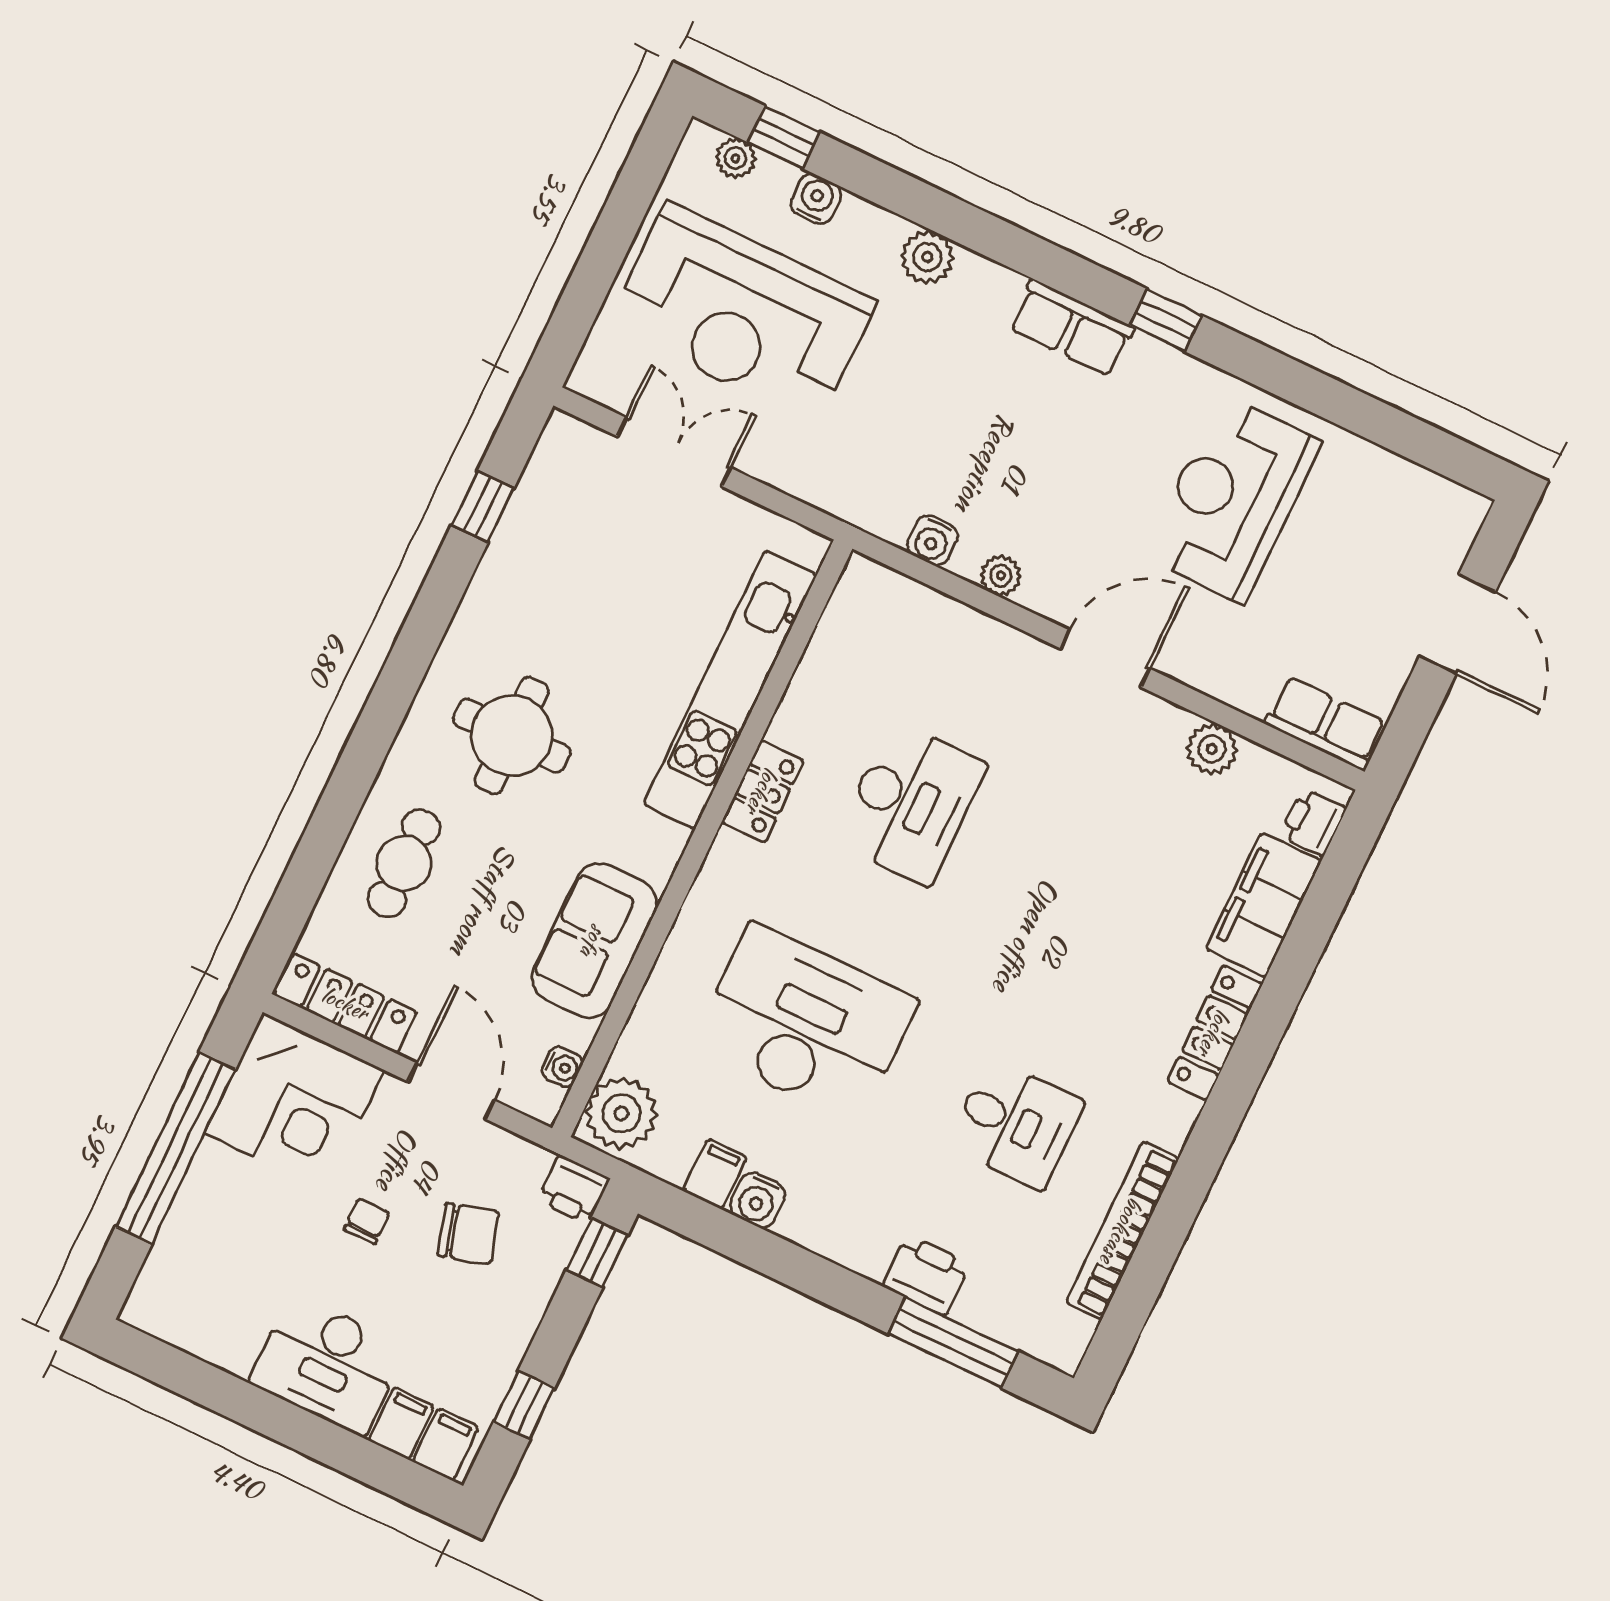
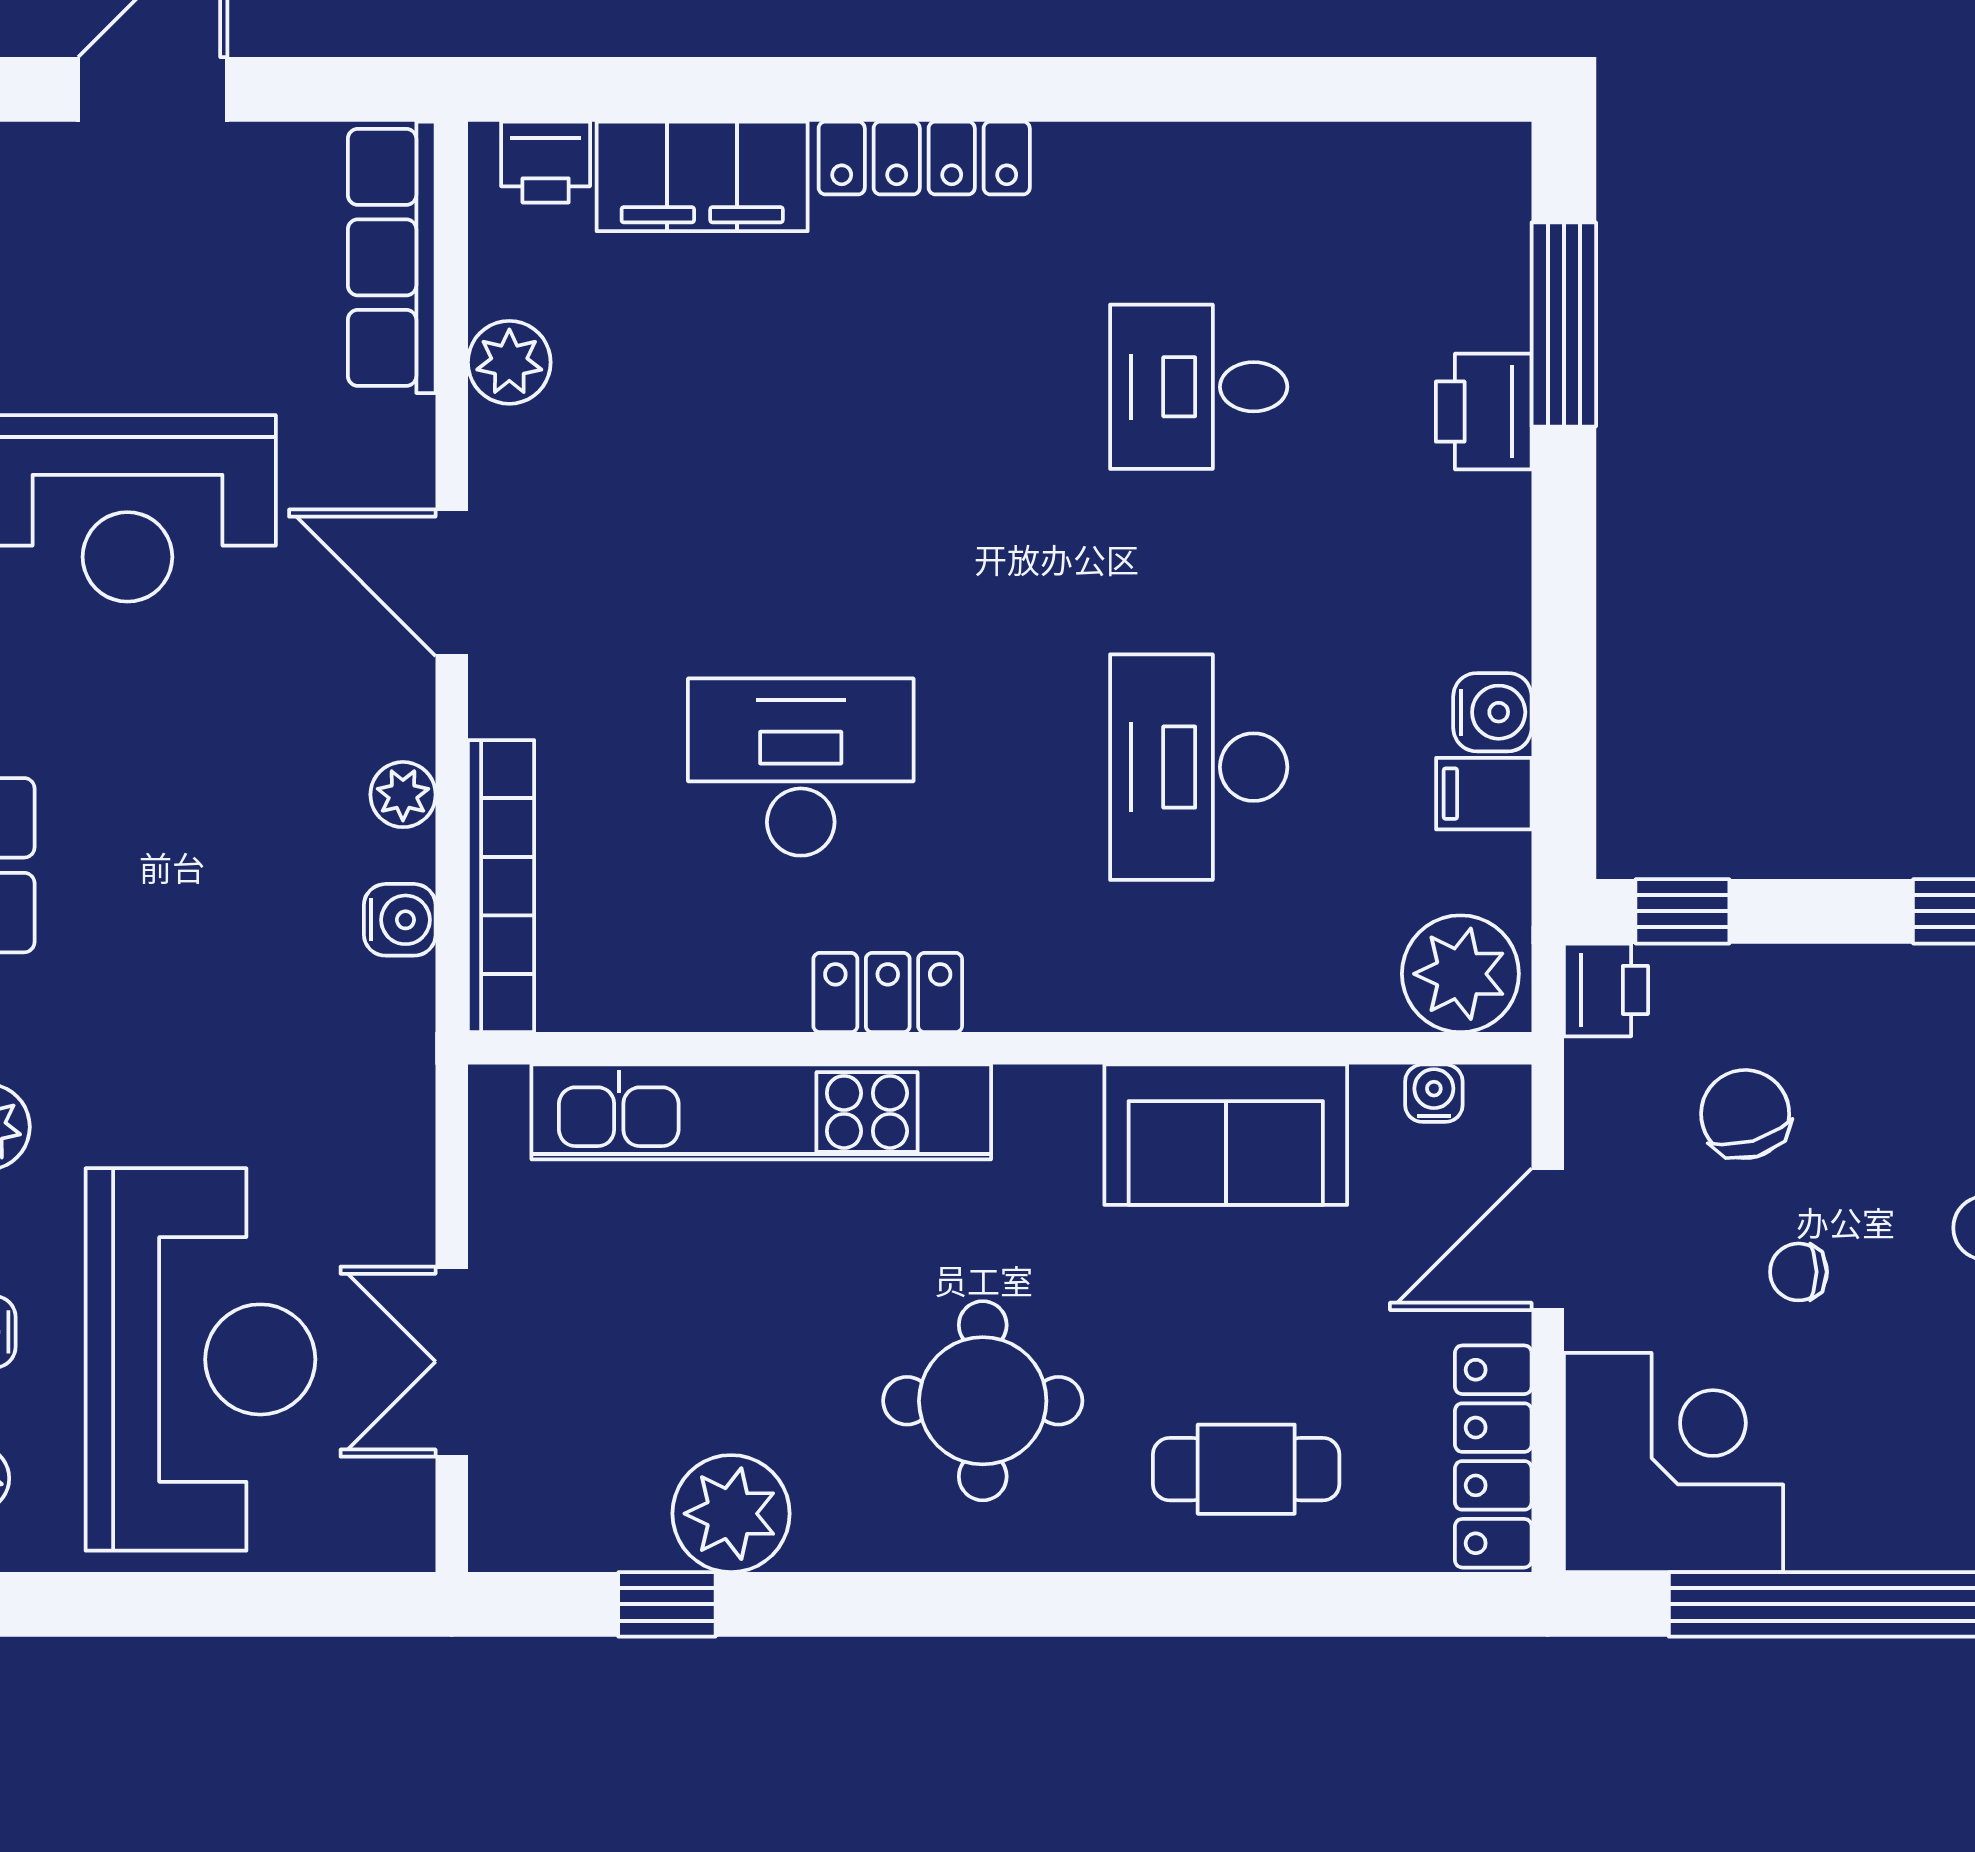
plant: (516, 566) -> (731, 1514), added
row of seats: (1325, 723) -> (392, 257), width x1.48
desk: (805, 1023) -> (1199, 767), width x0.73, depth x0.77
desk: (1016, 1124) -> (1199, 387), turned -90
bookcase: (1122, 1231) -> (501, 886), moved, turned -90

